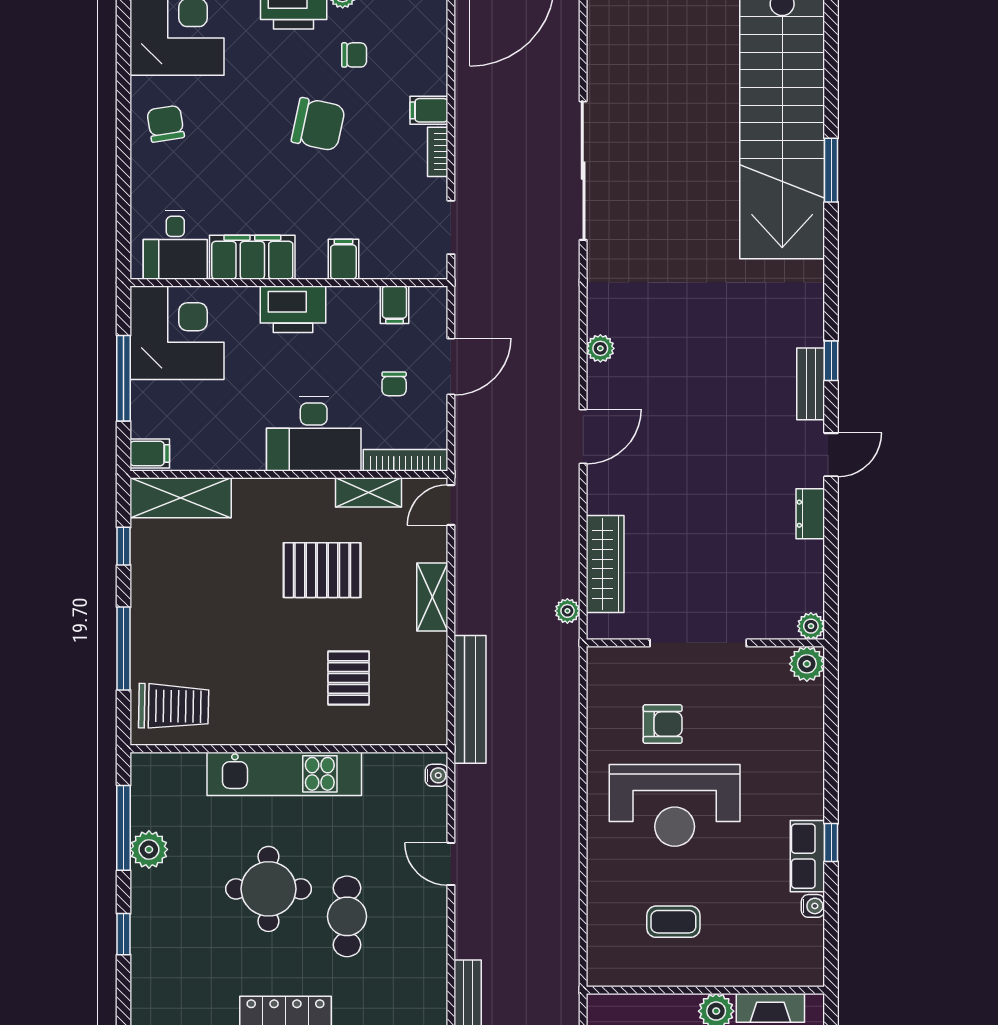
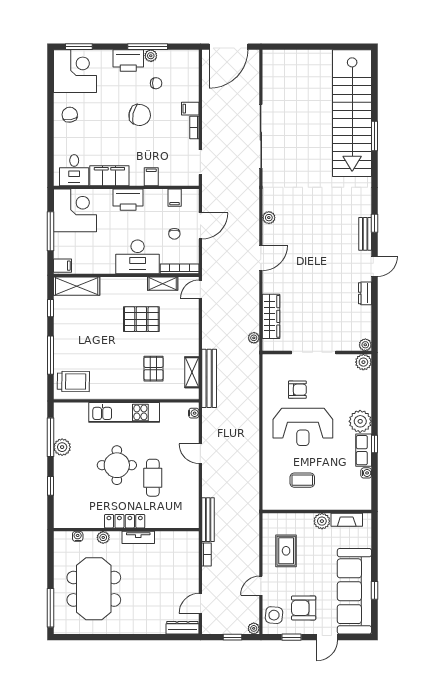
shelving: (432, 597) -> (192, 372), moved
plant: (800, 793) -> (360, 421), added

